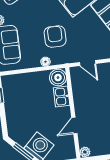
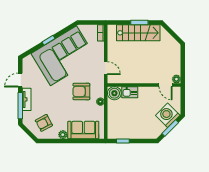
door: (88, 63) -> (106, 68), hinge flipped
door: (74, 125) -> (166, 85), moved

